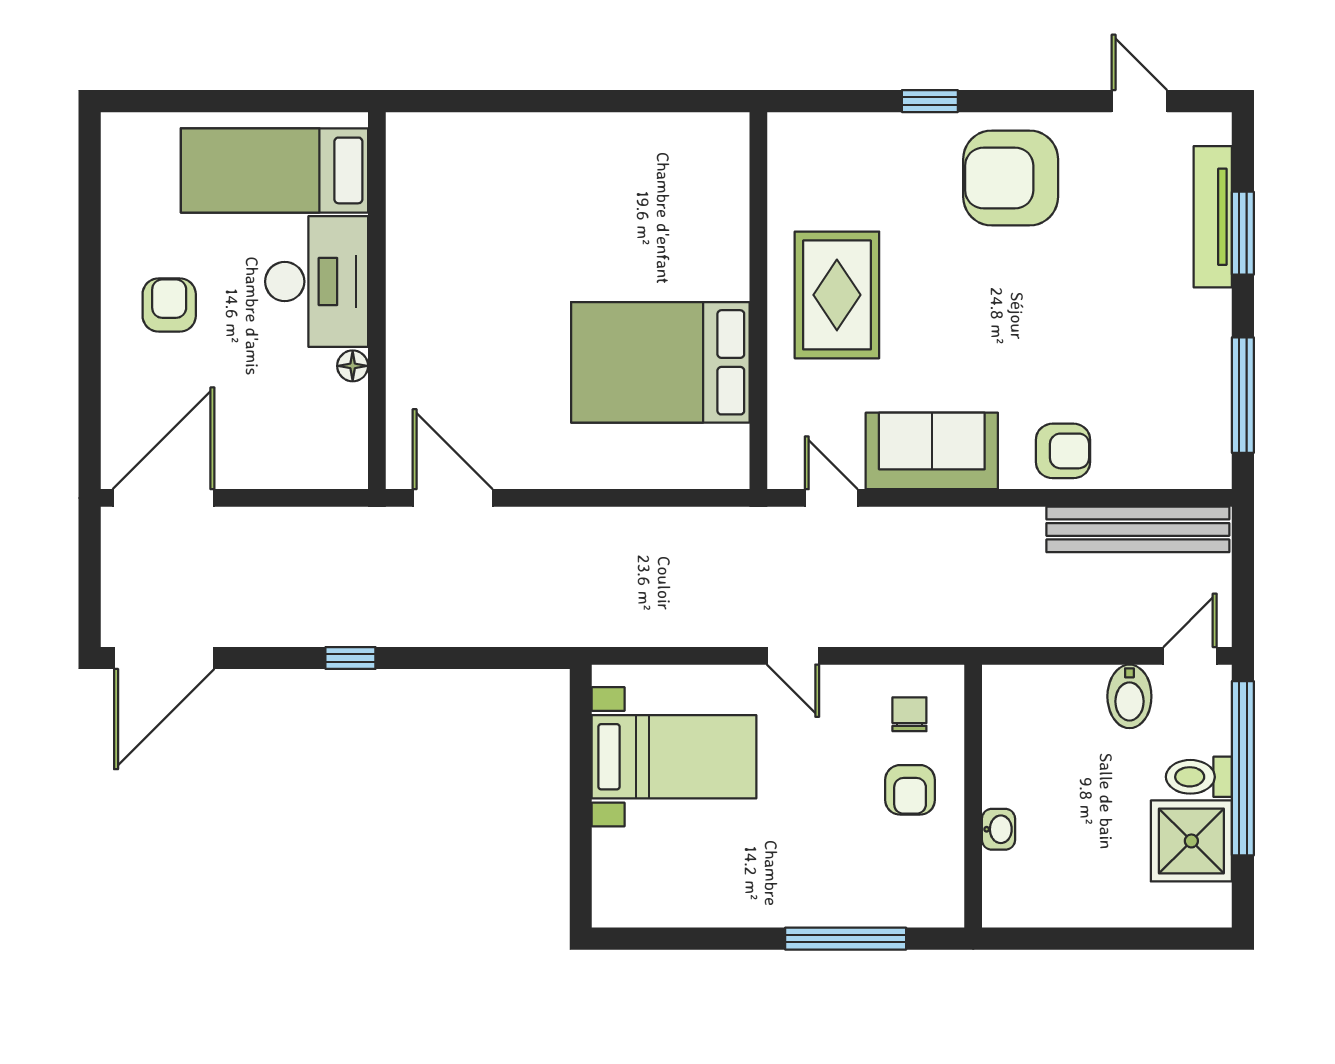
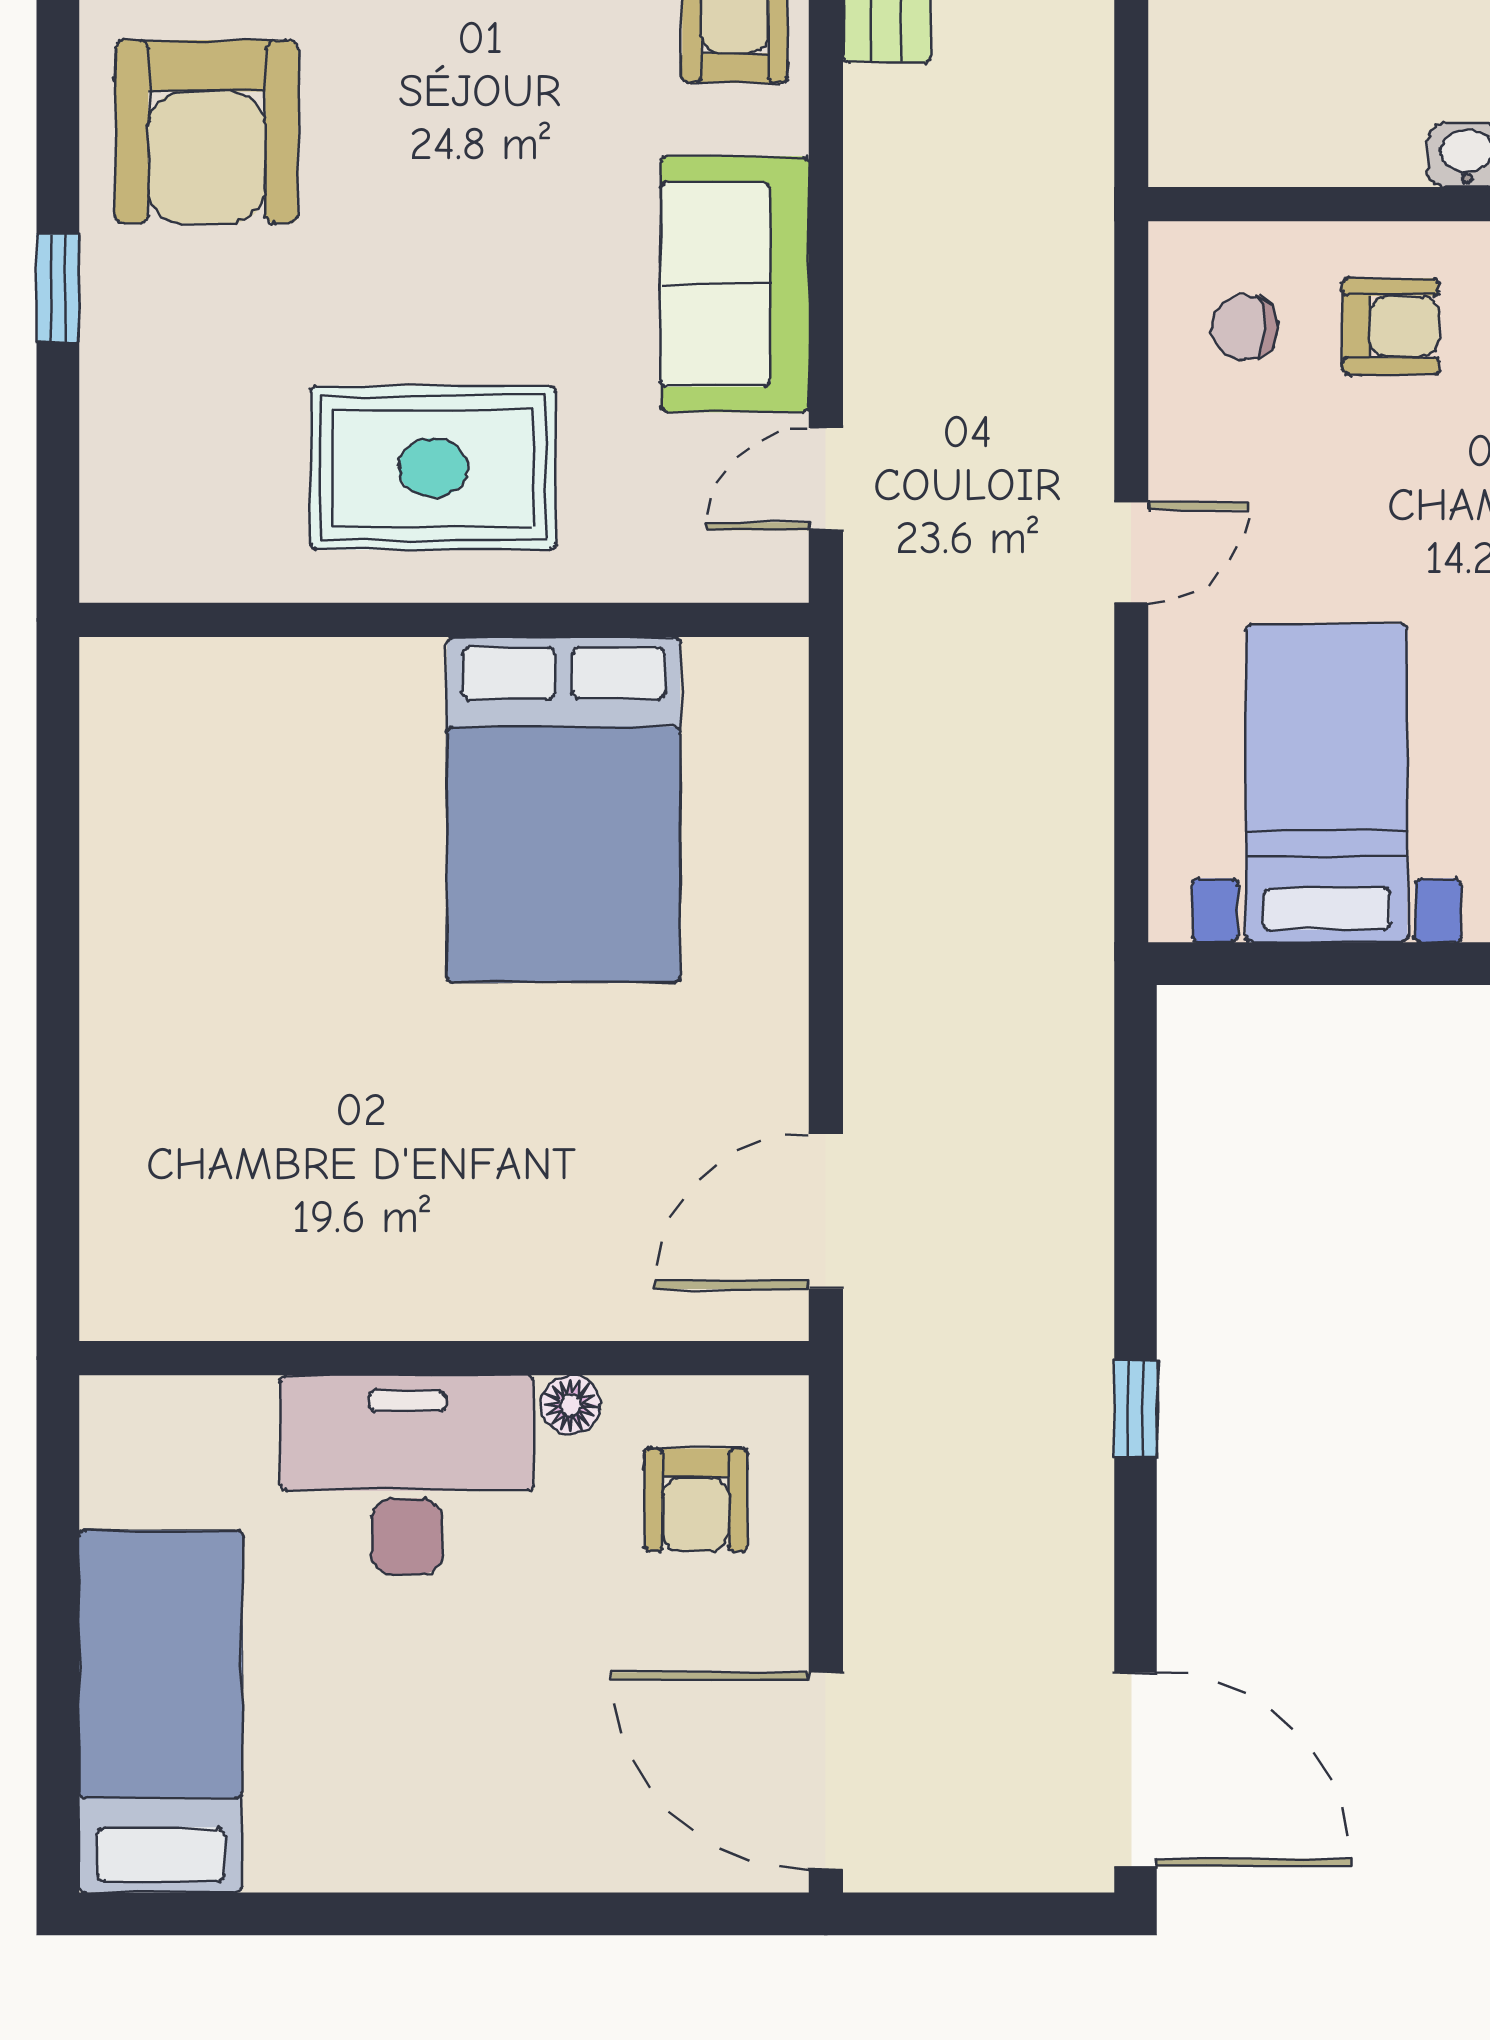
bed: (274, 170) -> (161, 1712), moved, turned 180
armchair: (169, 305) -> (696, 1500), moved, turned -90

